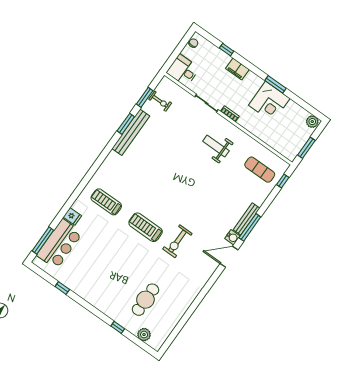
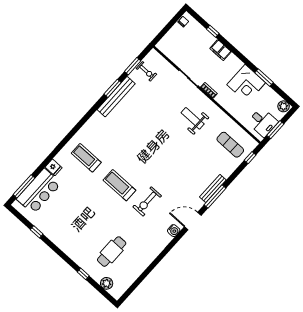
desk: (183, 70) -> (263, 122), moved, turned 180
window: (275, 84) -> (264, 78), moved
water cooler: (232, 237) -> (174, 231), moved

